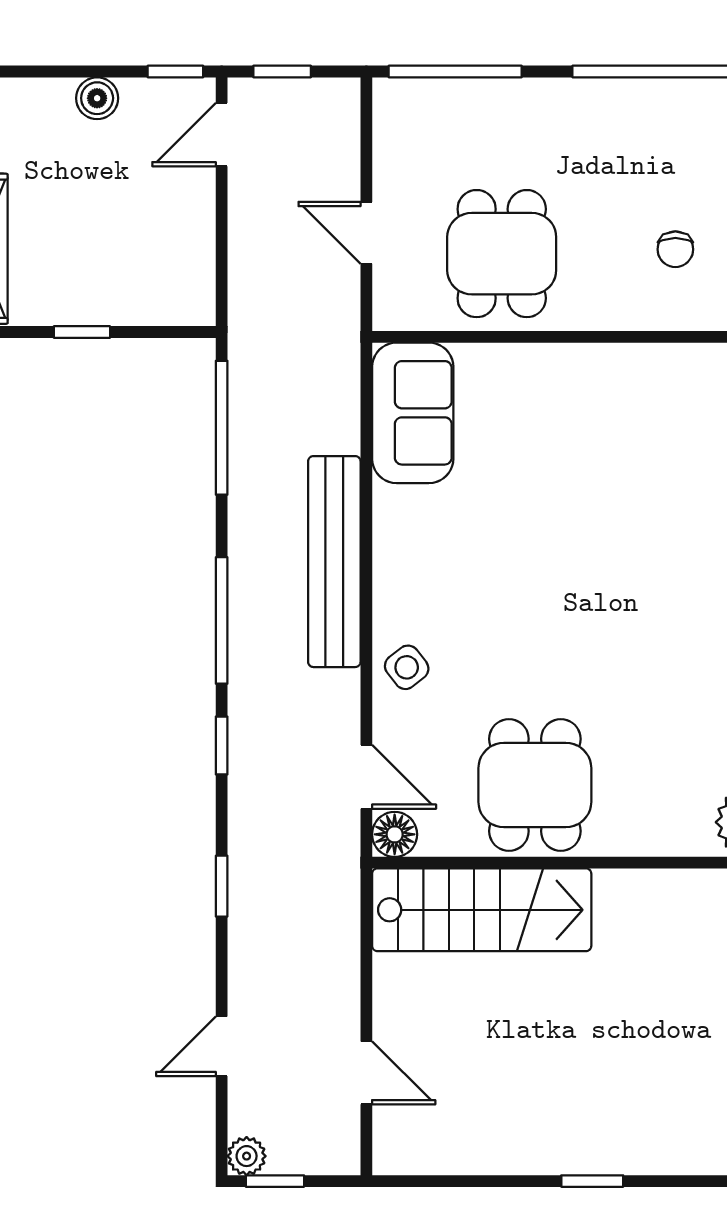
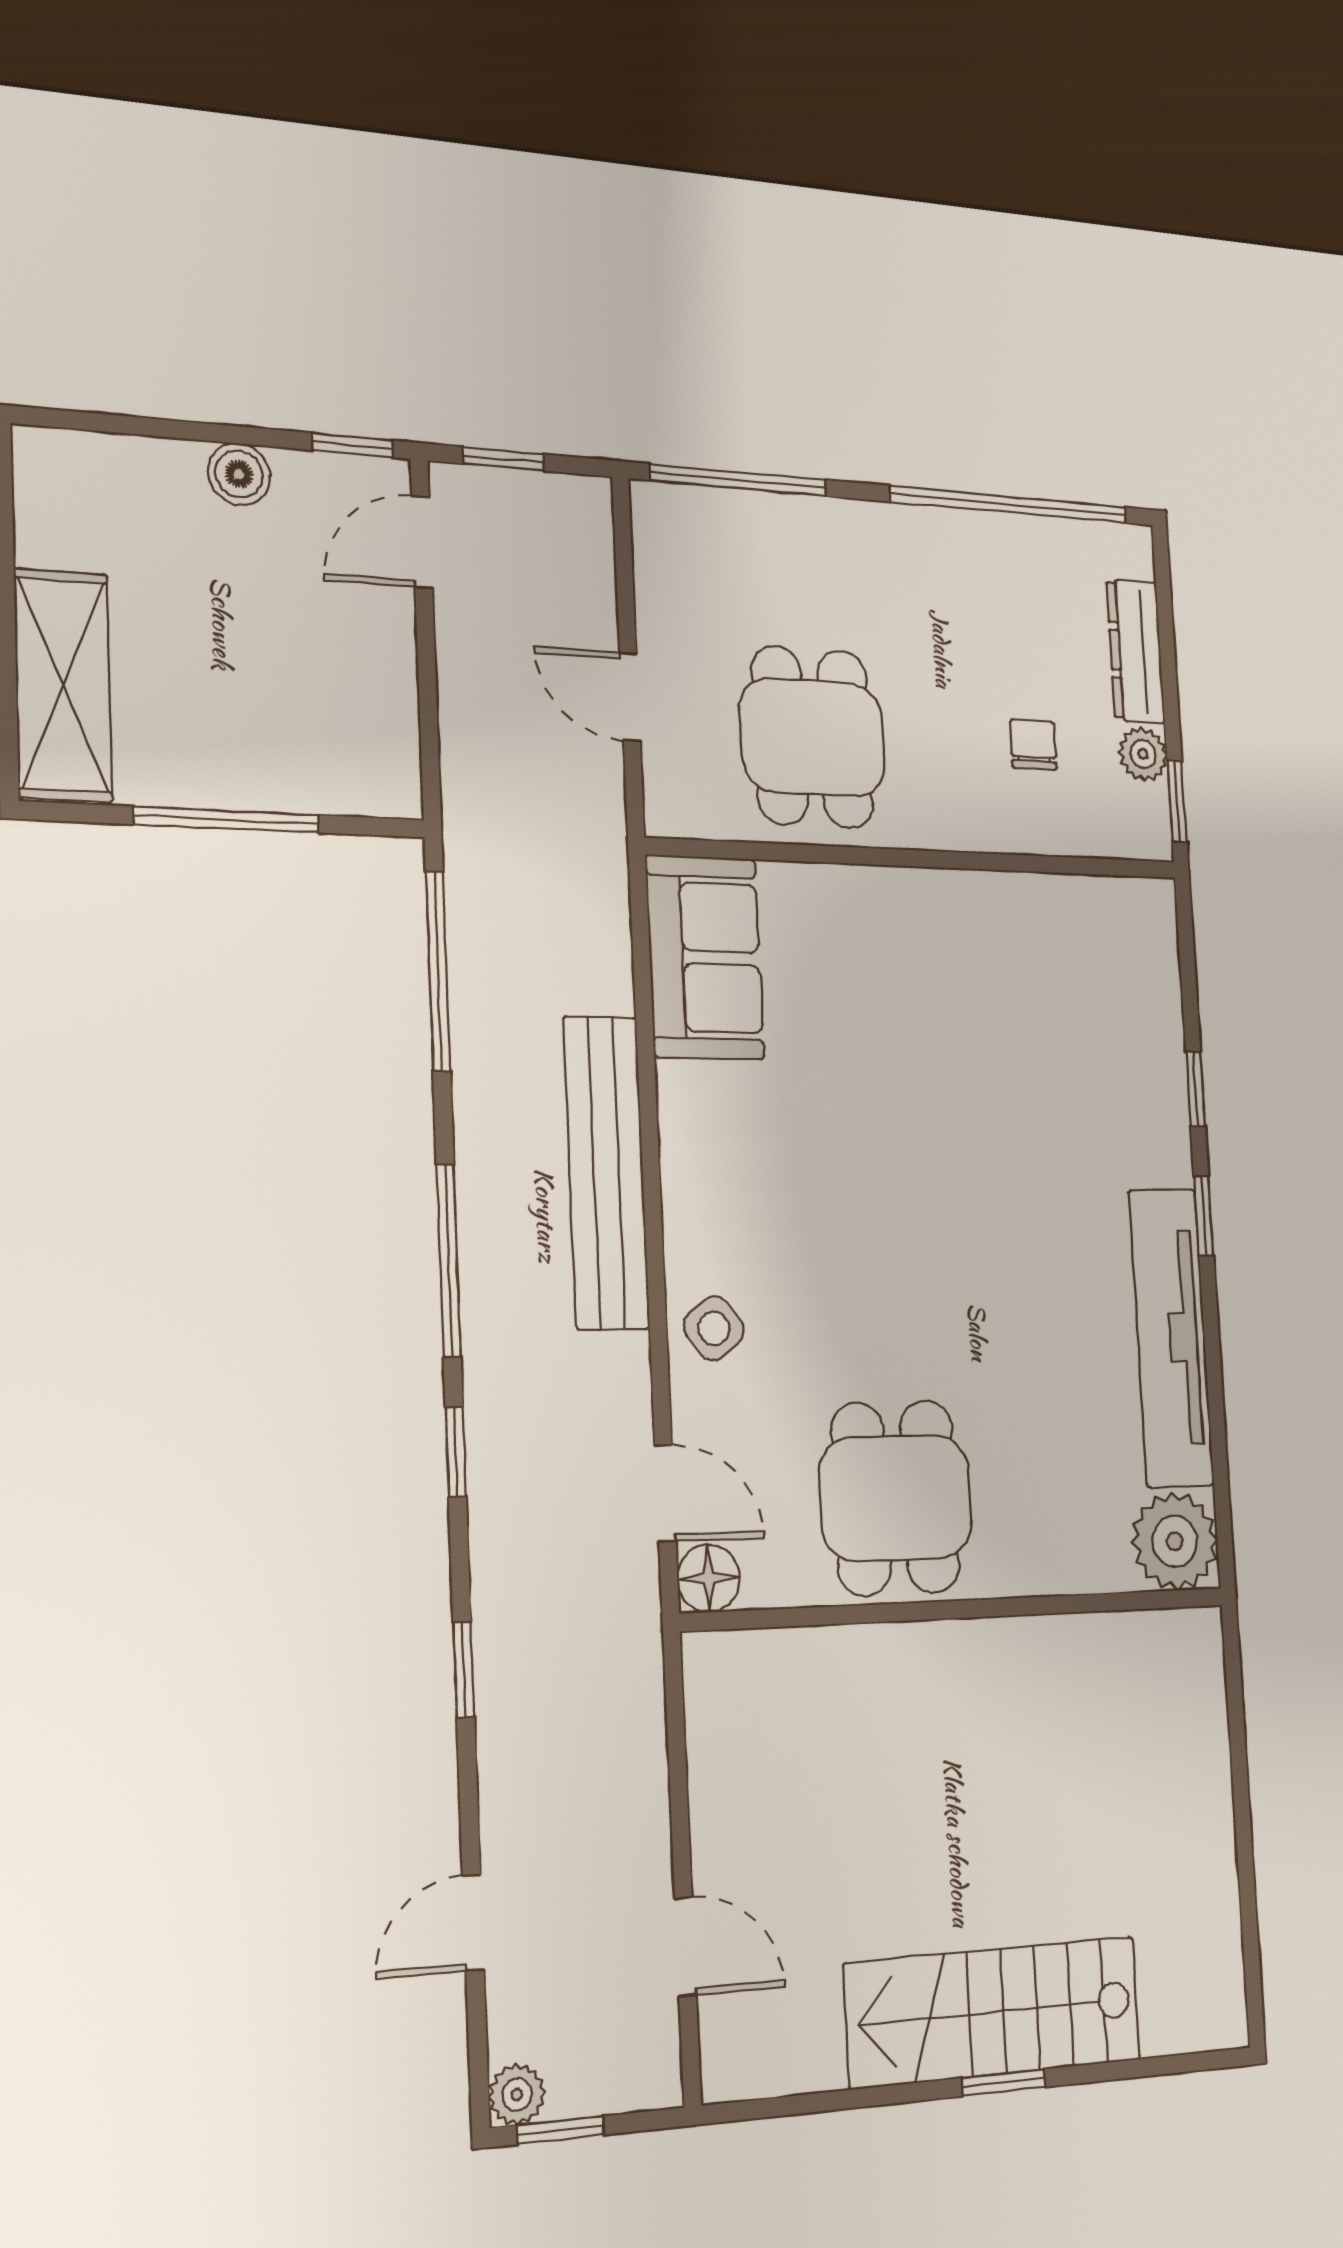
chair: (675, 249) -> (1033, 745), turned 180
window: (82, 332) -> (227, 820), width x2.17
stairs: (482, 910) -> (994, 2012), moved, turned 180

